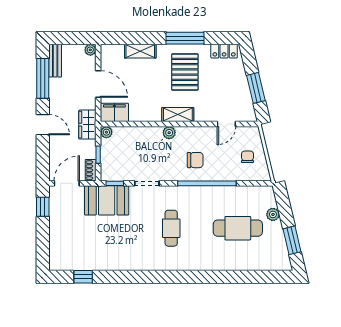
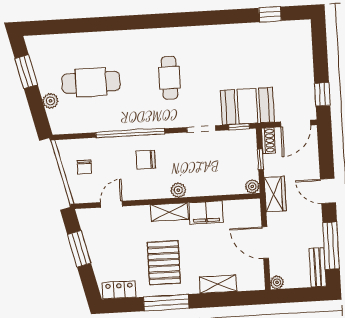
filing cabinet: (114, 112) -> (206, 212), moved

